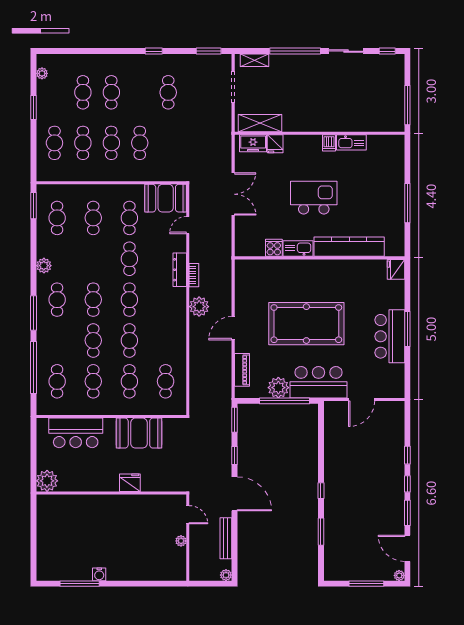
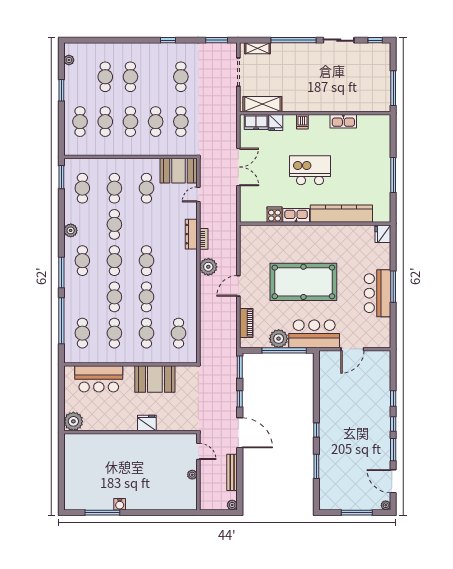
cafe table: (168, 143) -> (181, 122), added
dishwasher: (329, 143) -> (302, 122), moved
cafe table: (129, 259) -> (114, 224), moved

